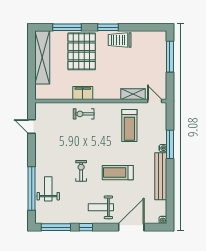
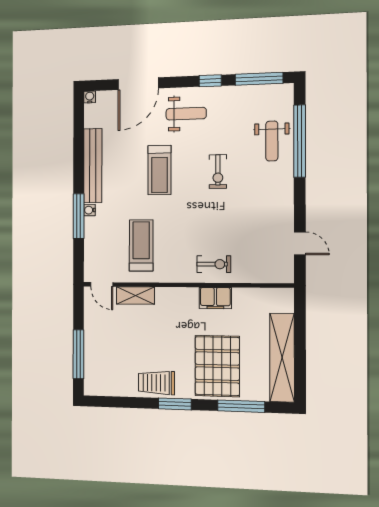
trolley: (120, 40) -> (156, 383), turned 180
treadmill: (118, 173) -> (159, 170), turned 90

